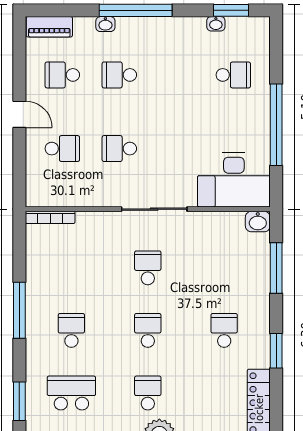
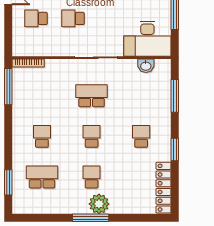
school desk: (62, 149) -> (36, 18), turned 180
washbasin: (258, 222) -> (146, 66), moved
school desk: (148, 268) -> (92, 96), width x1.85
window: (19, 310) -> (8, 87), moved

